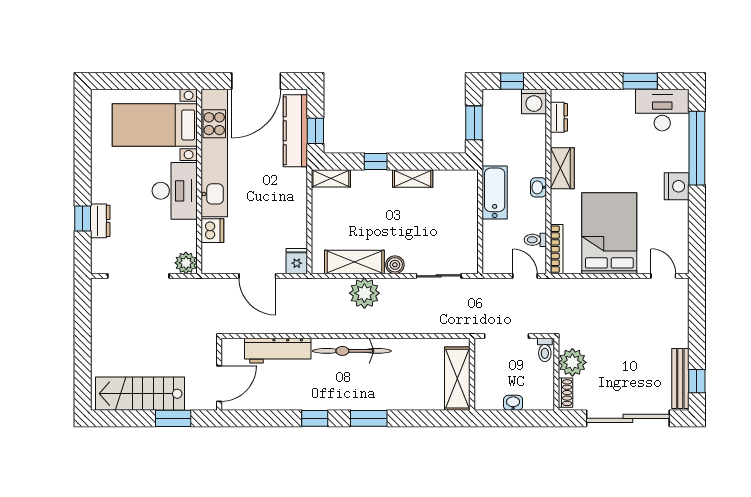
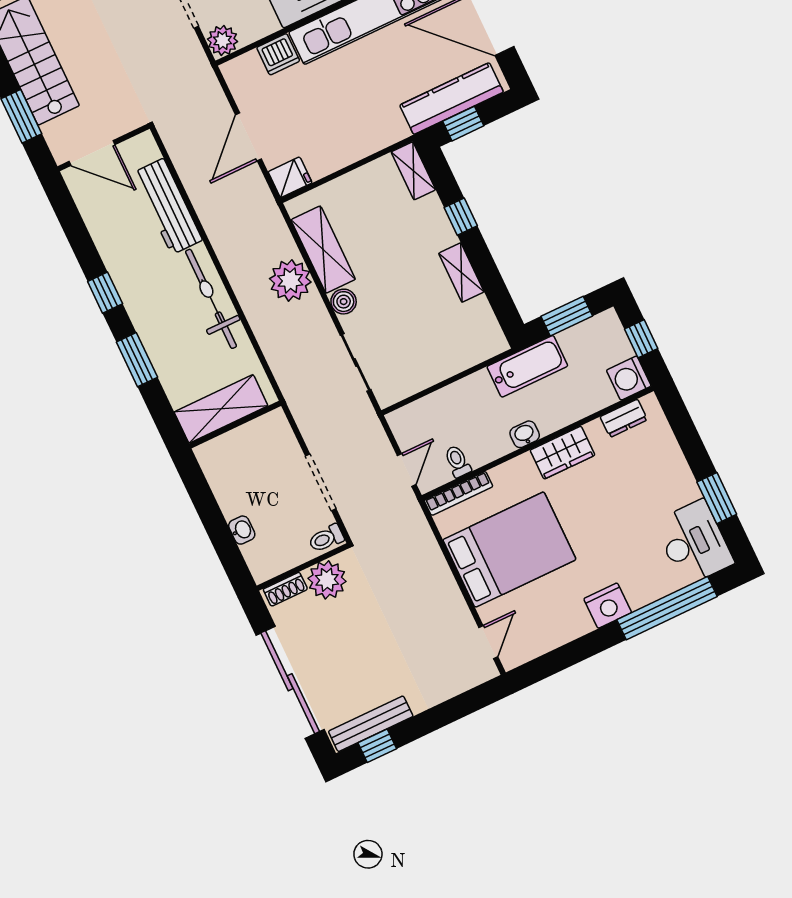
bathtub: (495, 193) -> (527, 366), moved
wall: (472, 374) -> (235, 425), moved
shelving: (457, 379) -> (221, 409), moved

